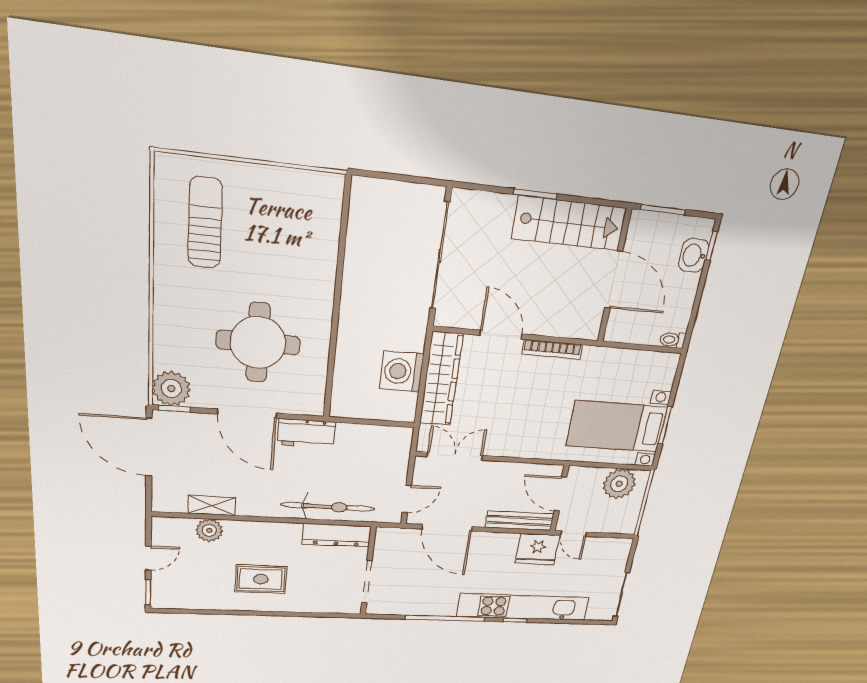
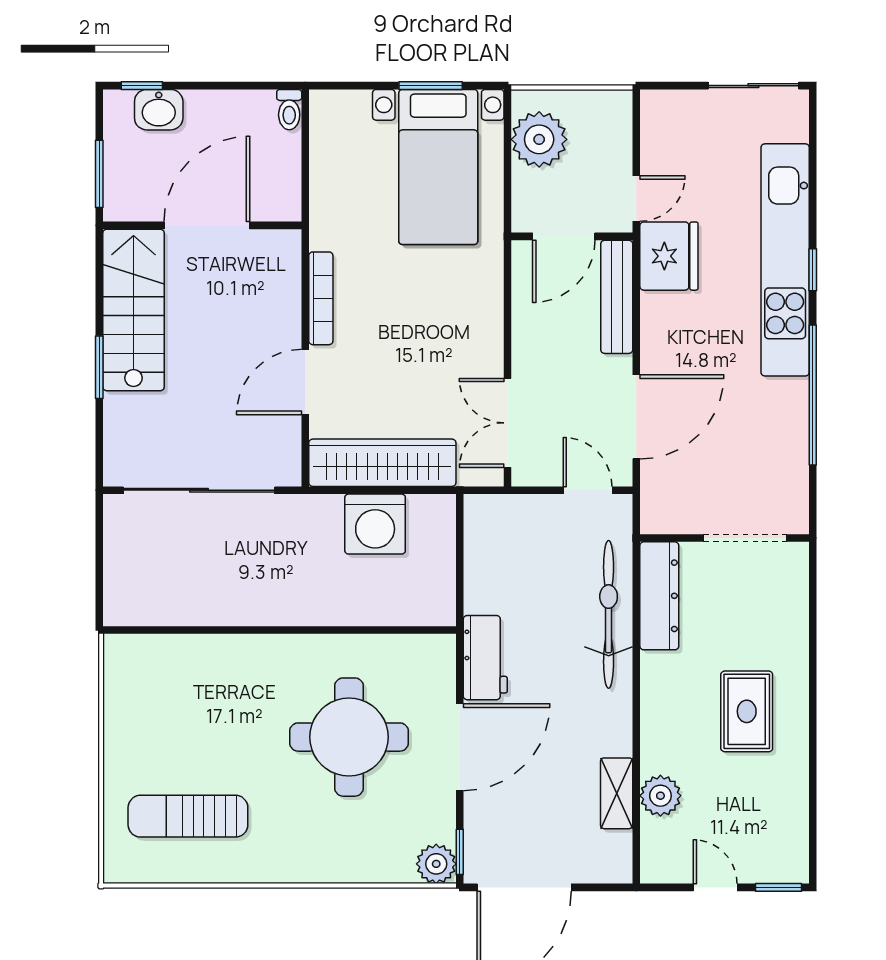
plant: (171, 389) -> (436, 864), width x0.73, depth x0.73

